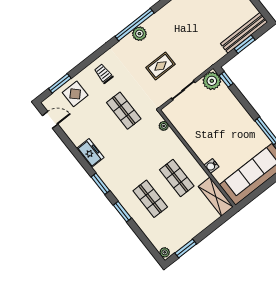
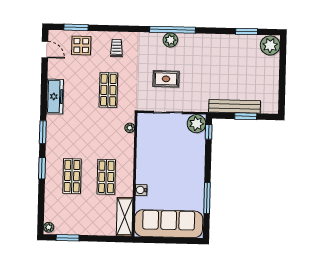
bench: (244, 33) -> (235, 106), moved
freezer: (90, 153) -> (55, 97), width x1.40

